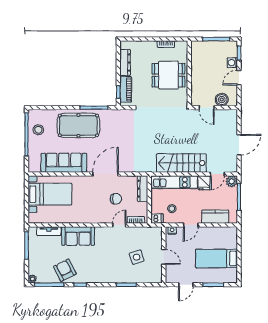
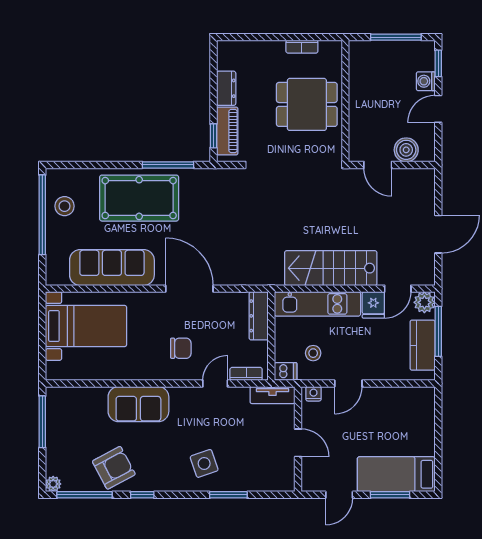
dresser: (125, 62) -> (226, 88), width x0.70
door: (105, 174) -> (189, 289), hinge flipped
chair: (116, 199) -> (181, 348), moved
kitchen counter: (215, 217) -> (423, 345), moved, turned -90
tv unit: (49, 231) -> (272, 395), moved
side table: (137, 257) -> (204, 463), moved
bed: (216, 258) -> (396, 474), moved
armchair: (65, 270) -> (114, 468), turned 89

